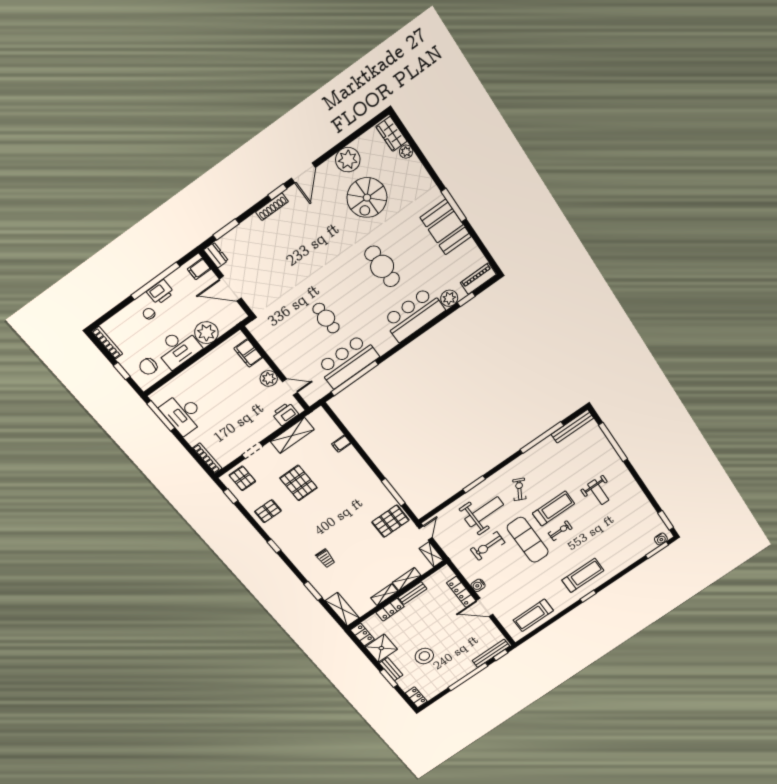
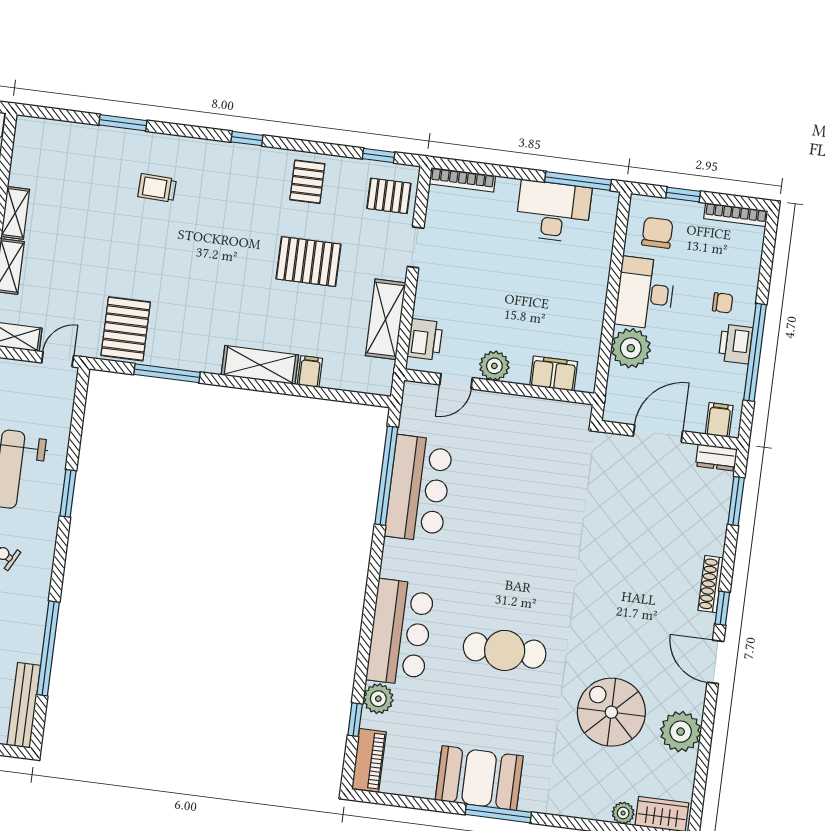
cafe table: (326, 318) -> (504, 516), removed
door: (426, 533) -> (58, 359), swing flipped
shelving: (342, 609) -> (260, 365), moved

